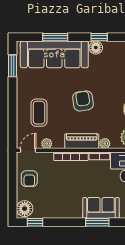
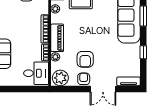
floor lamp: (96, 48) -> (135, 49), removed
armchair: (83, 101) -> (85, 59), moved, turned 98

